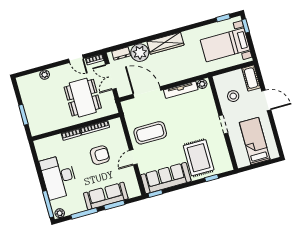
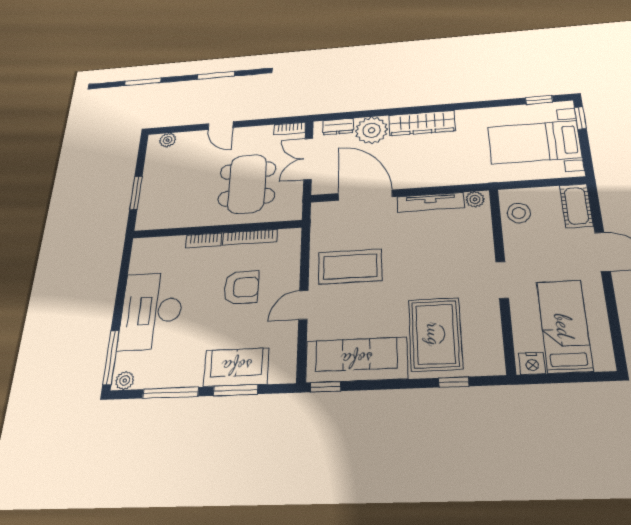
door: (76, 59) -> (221, 126), moved
plant: (45, 75) -> (168, 140), moved
stool: (233, 96) -> (519, 213), moved
nightstand: (244, 162) -> (532, 363), added
sofa: (106, 196) -> (236, 367), width x0.73

